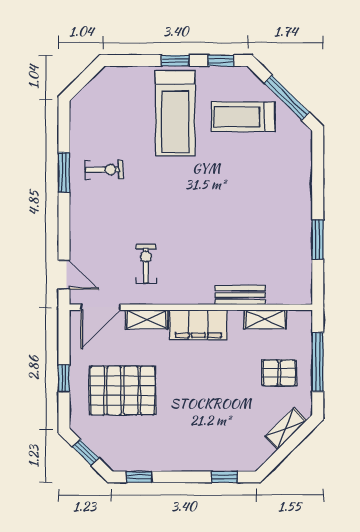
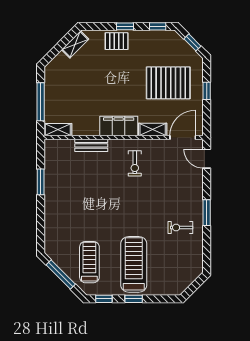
treadmill: (243, 117) -> (89, 262), turned -90
window: (64, 172) -> (207, 213), moved
exercise bike: (146, 264) -> (135, 163), moved
shelving: (265, 319) -> (58, 130), moved
pallet: (279, 373) -> (117, 41), moved
shelving: (286, 428) -> (75, 44), moved
window: (225, 477) -> (125, 26), moved

